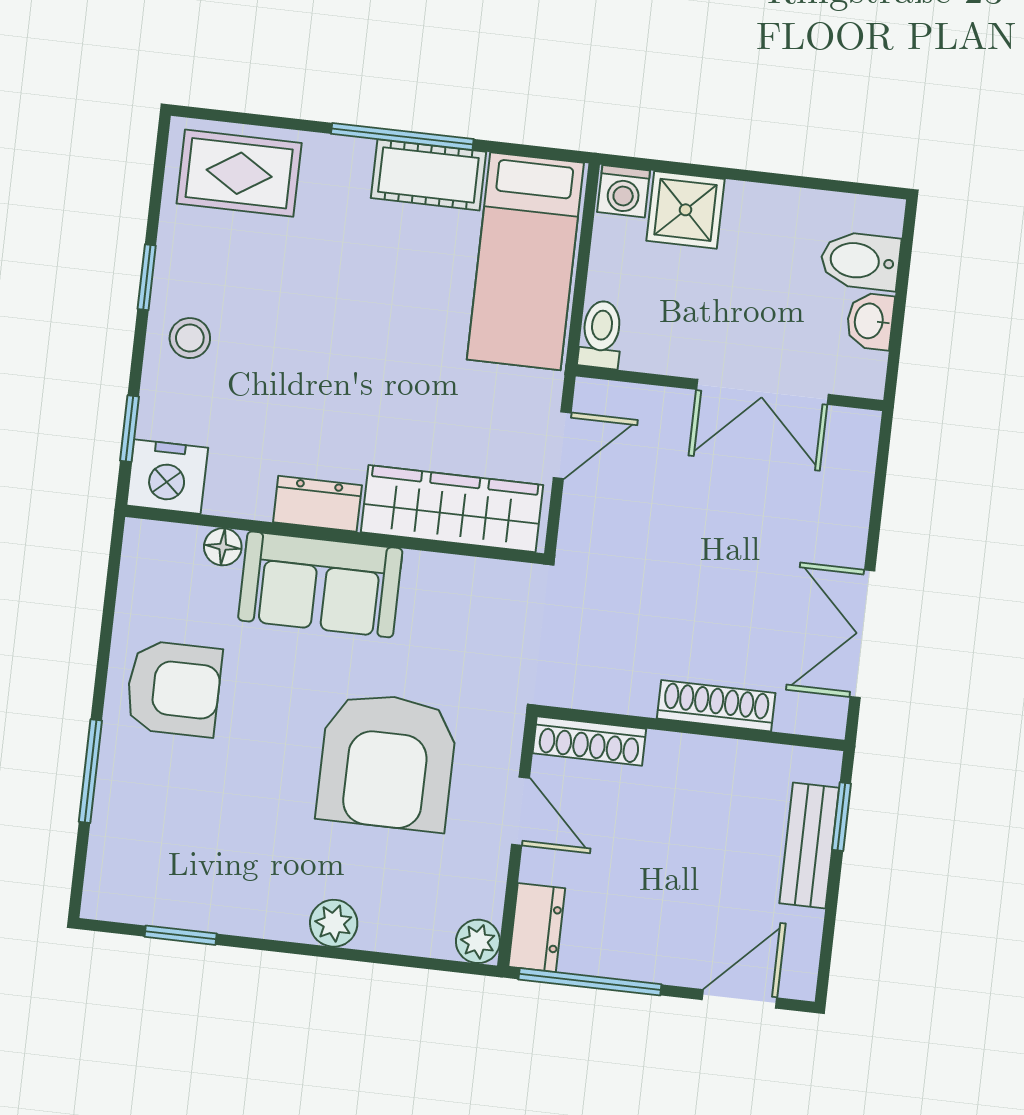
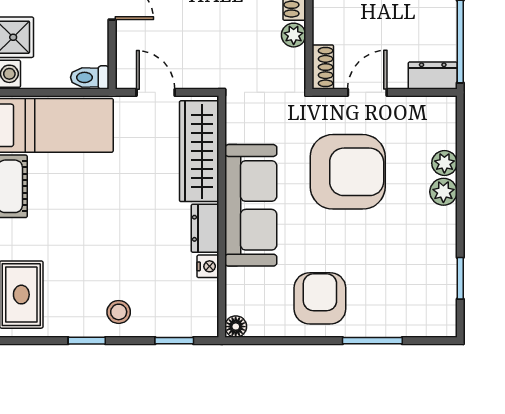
nightstand: (167, 477) -> (208, 266), moved, width x0.53, depth x0.56
floor lamp: (223, 547) -> (236, 327), moved
sofa: (320, 584) -> (251, 205), width x1.36
plant: (634, 695) -> (294, 35), added
shoe rack: (589, 741) -> (323, 67), width x0.70
plant: (478, 941) -> (444, 163), moved

